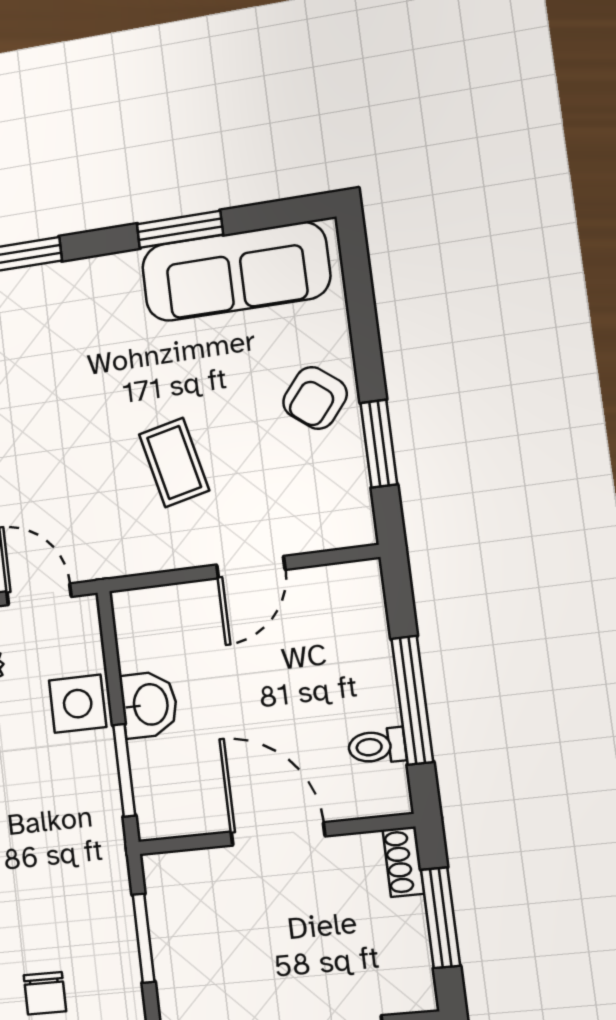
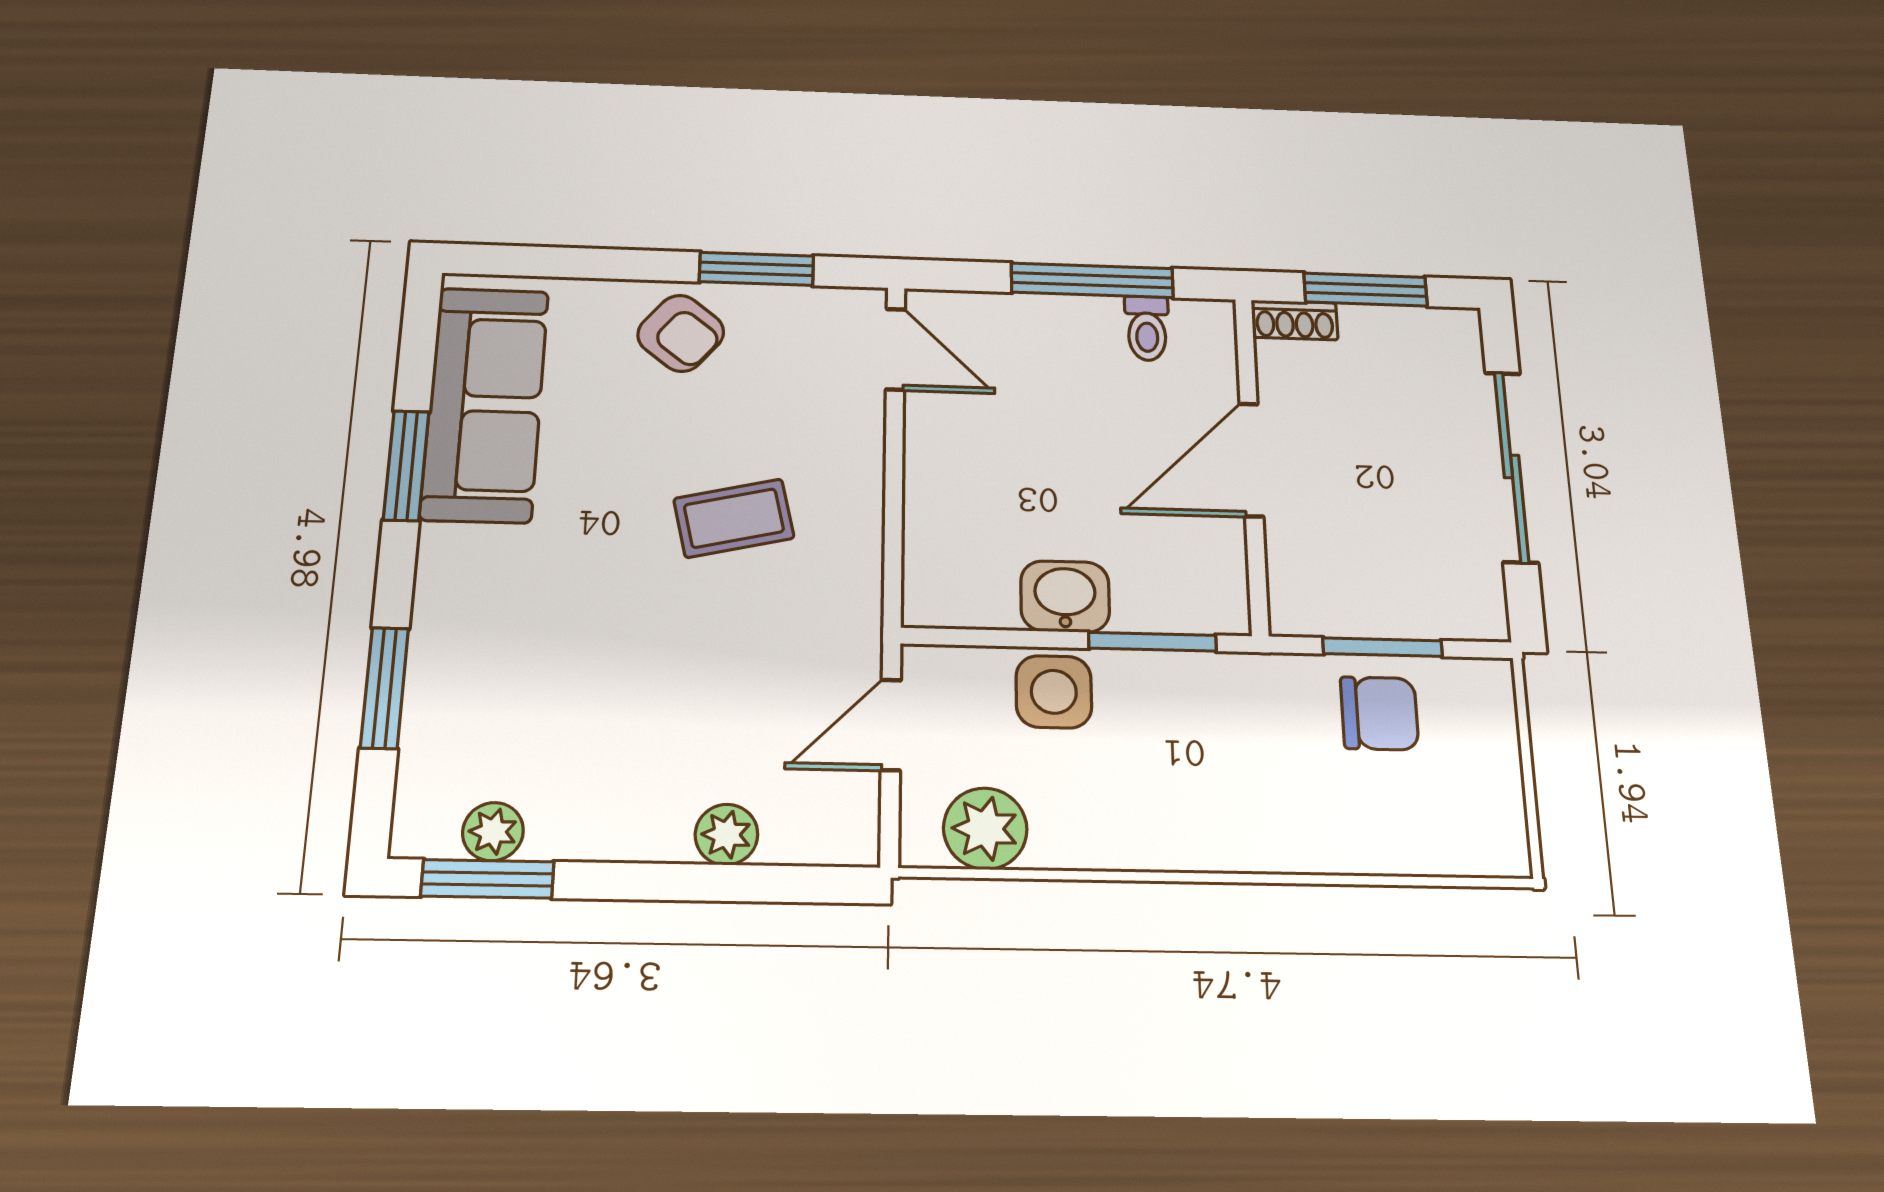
door: (251, 567) -> (895, 349), moved
chair: (45, 993) -> (1380, 713), moved, width x1.37, depth x1.37

